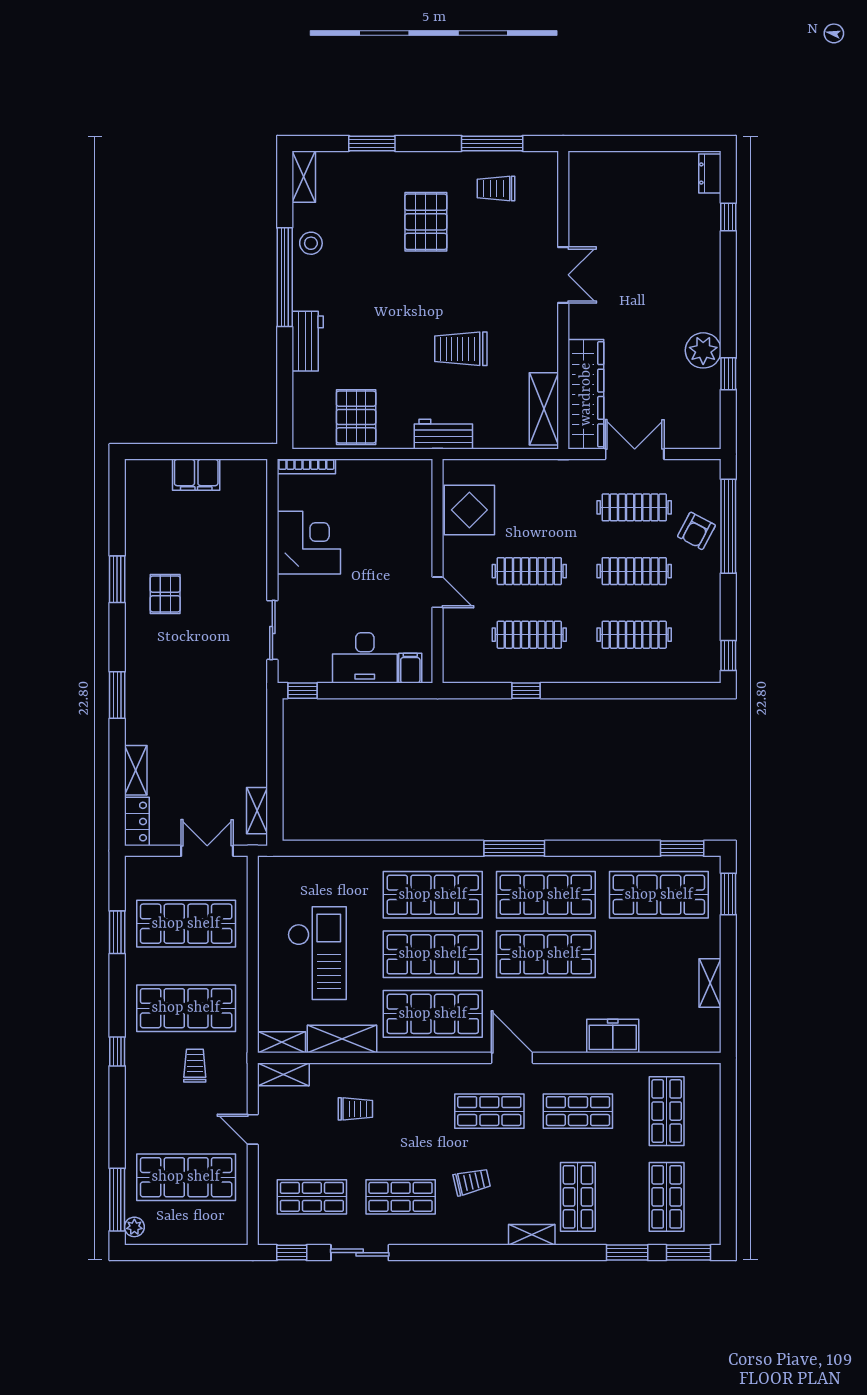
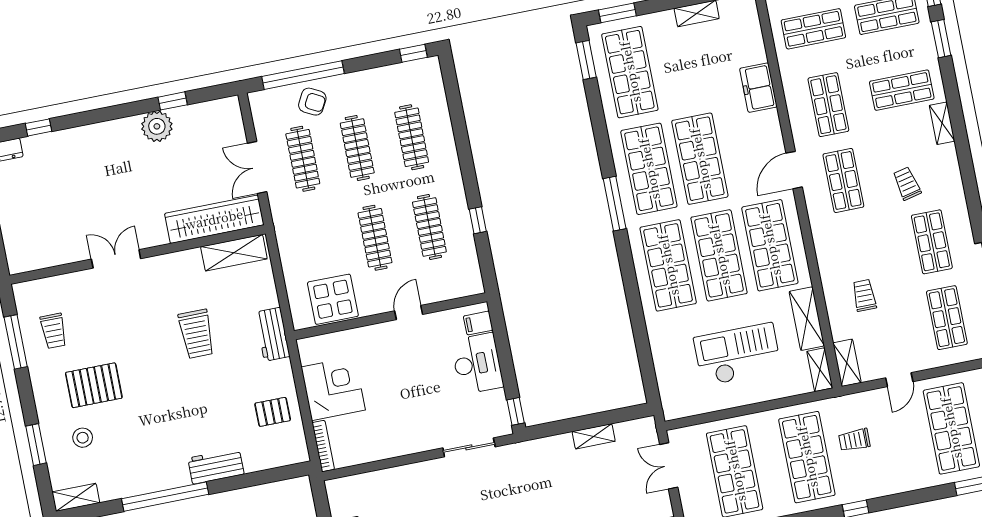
stool: (311, 243) -> (83, 438), moved
pallet: (356, 417) -> (273, 412), width x0.67, depth x0.71
corner desk: (309, 543) -> (333, 388), moved, turned 90
shelving: (257, 811) -> (594, 436), moved

